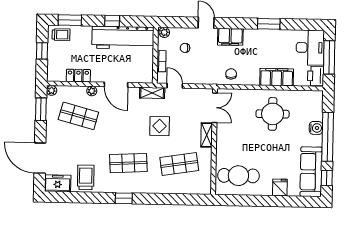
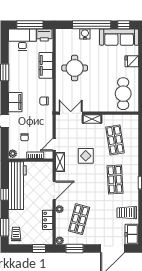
window: (42, 51) -> (39, 248), moved

